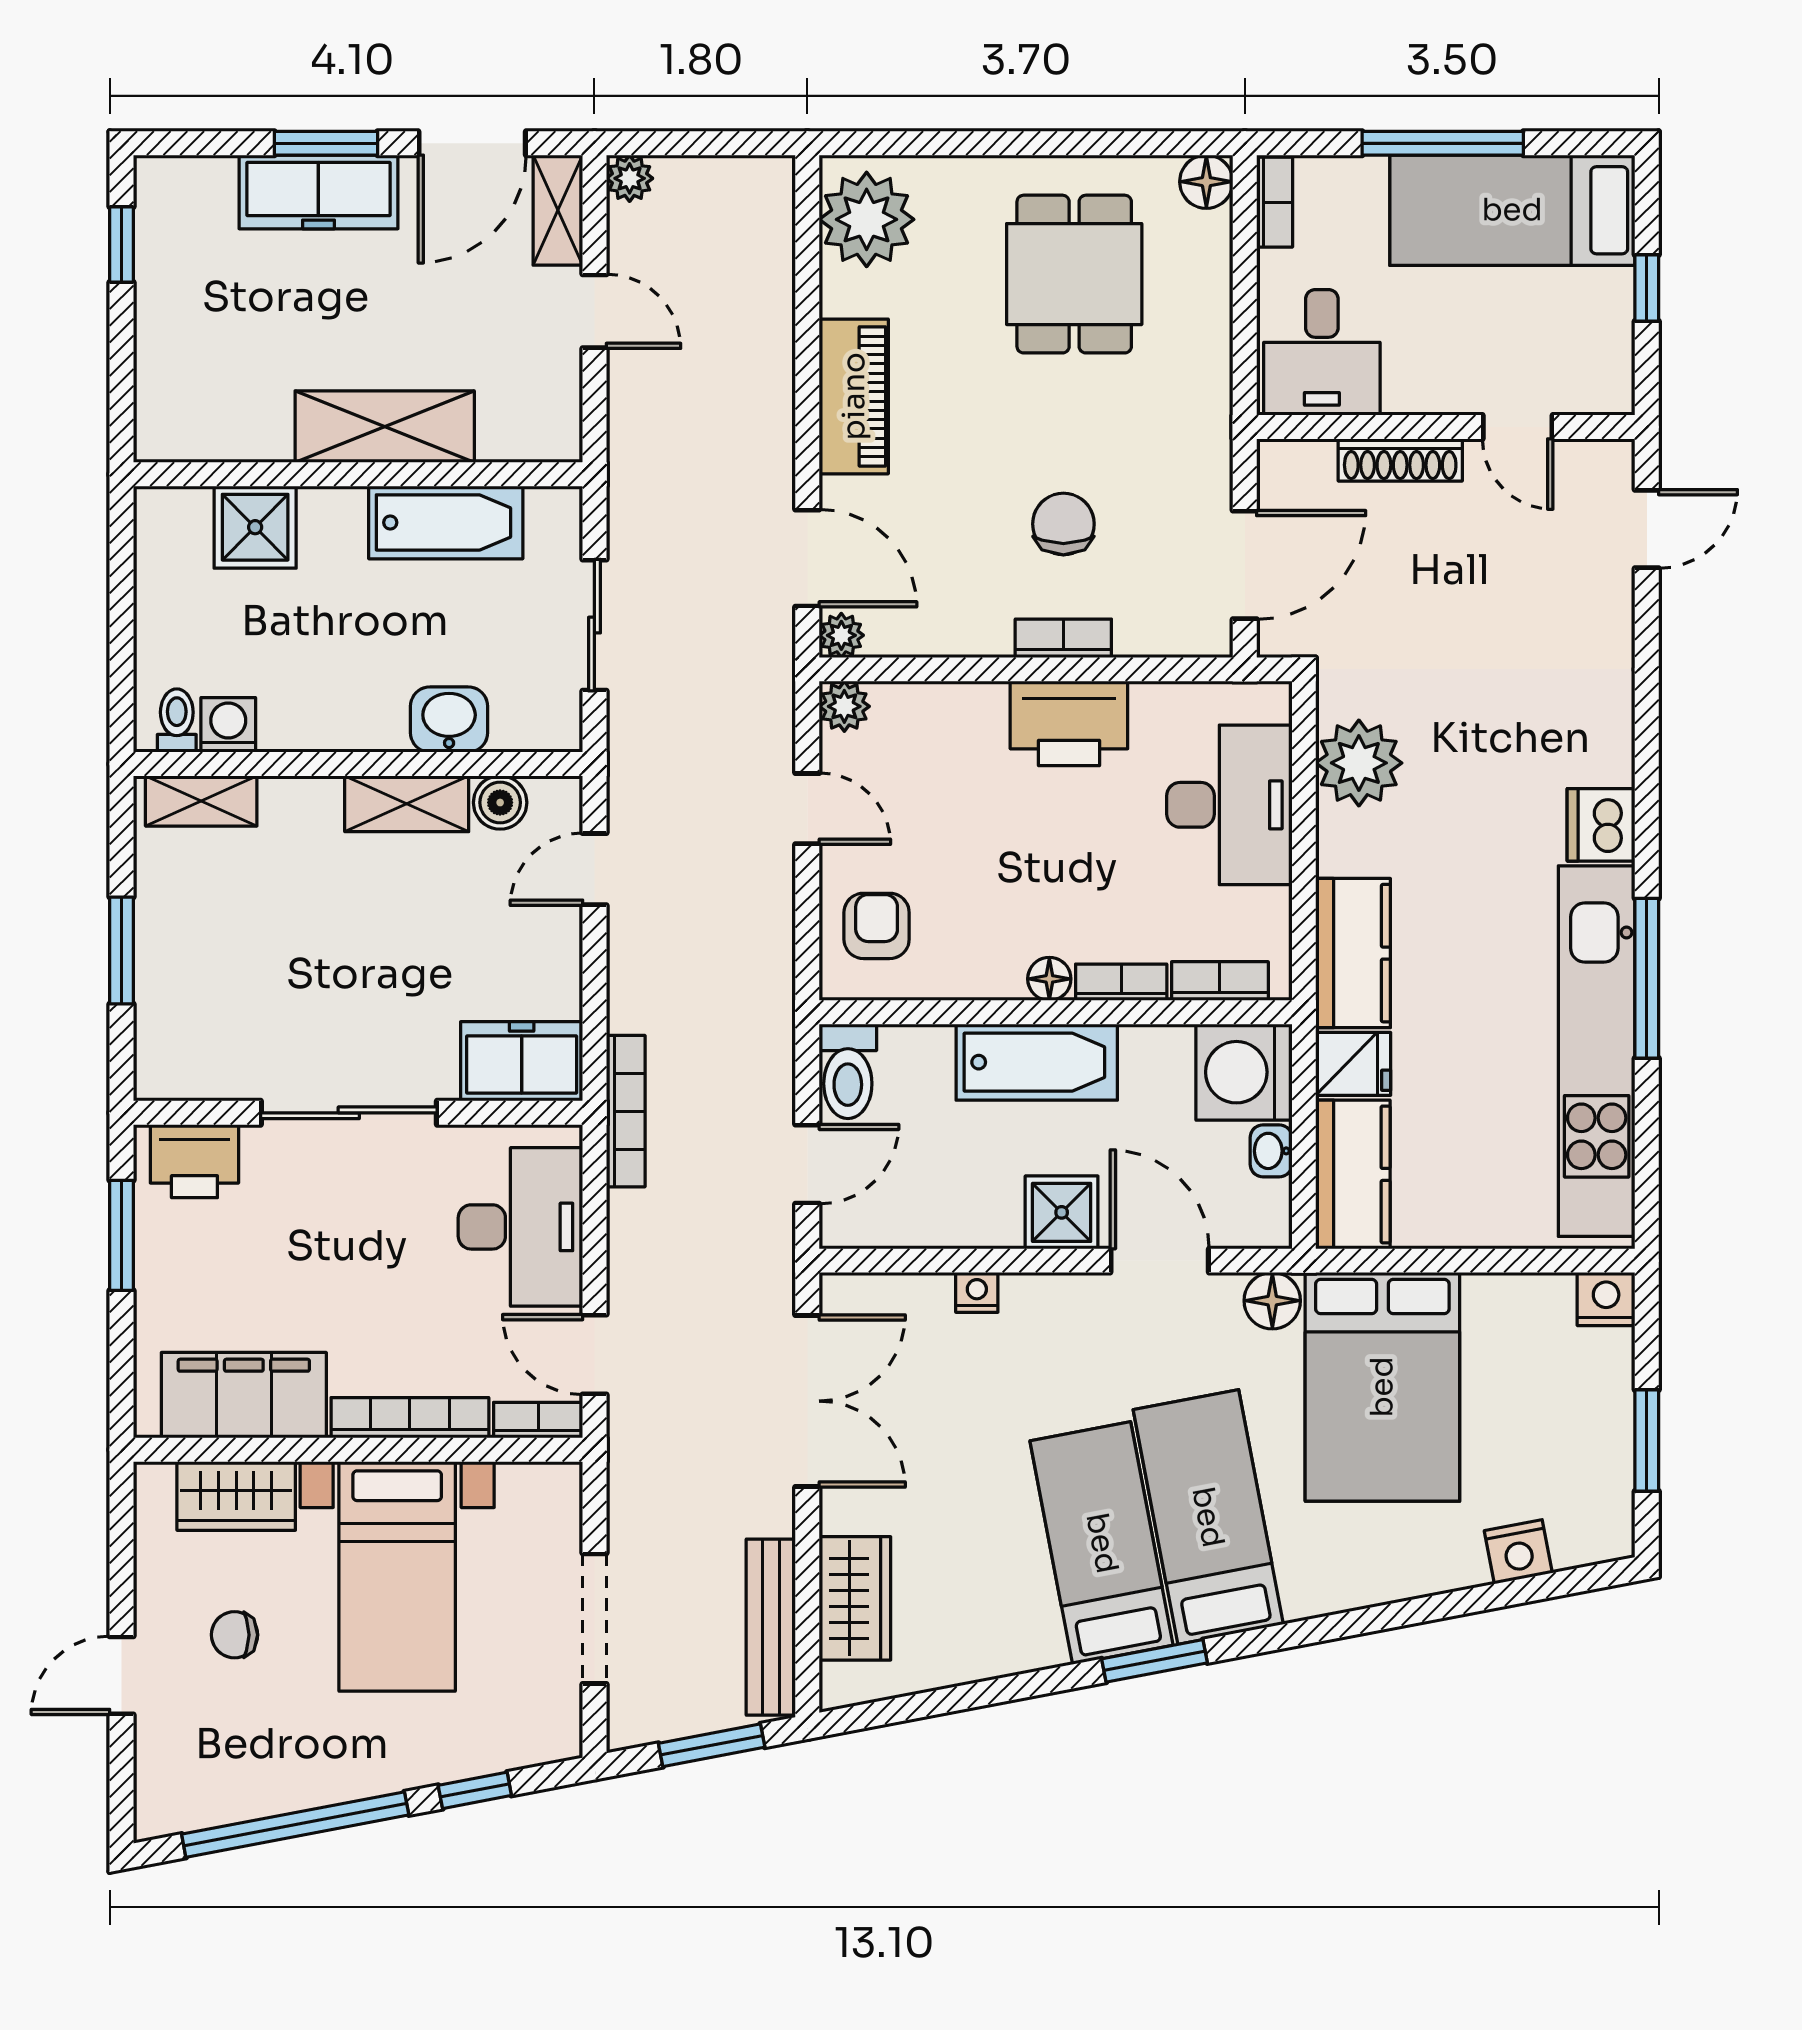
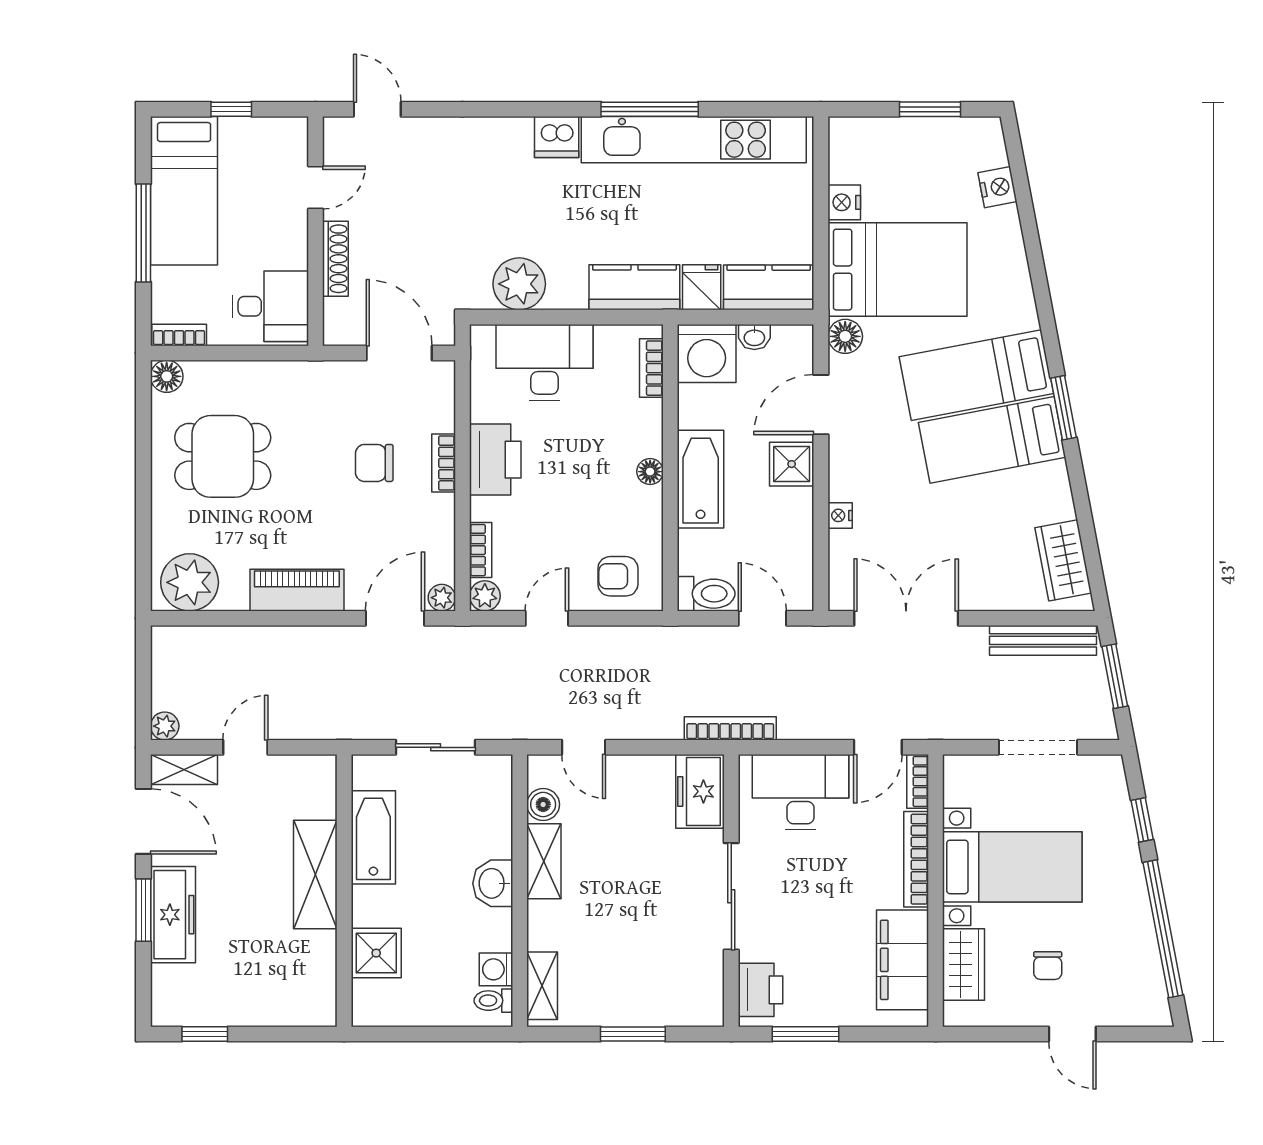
washbasin: (449, 719) -> (493, 883), moved
bookcase: (1121, 982) -> (481, 550), moved, turned 180
nightstand: (1606, 1299) -> (844, 202), moved
wardrobe: (855, 1598) -> (1063, 560), moved, turned -101

